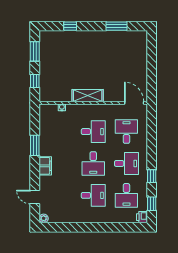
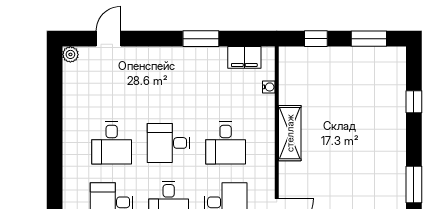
filing cabinet: (45, 166) -> (244, 57), moved

